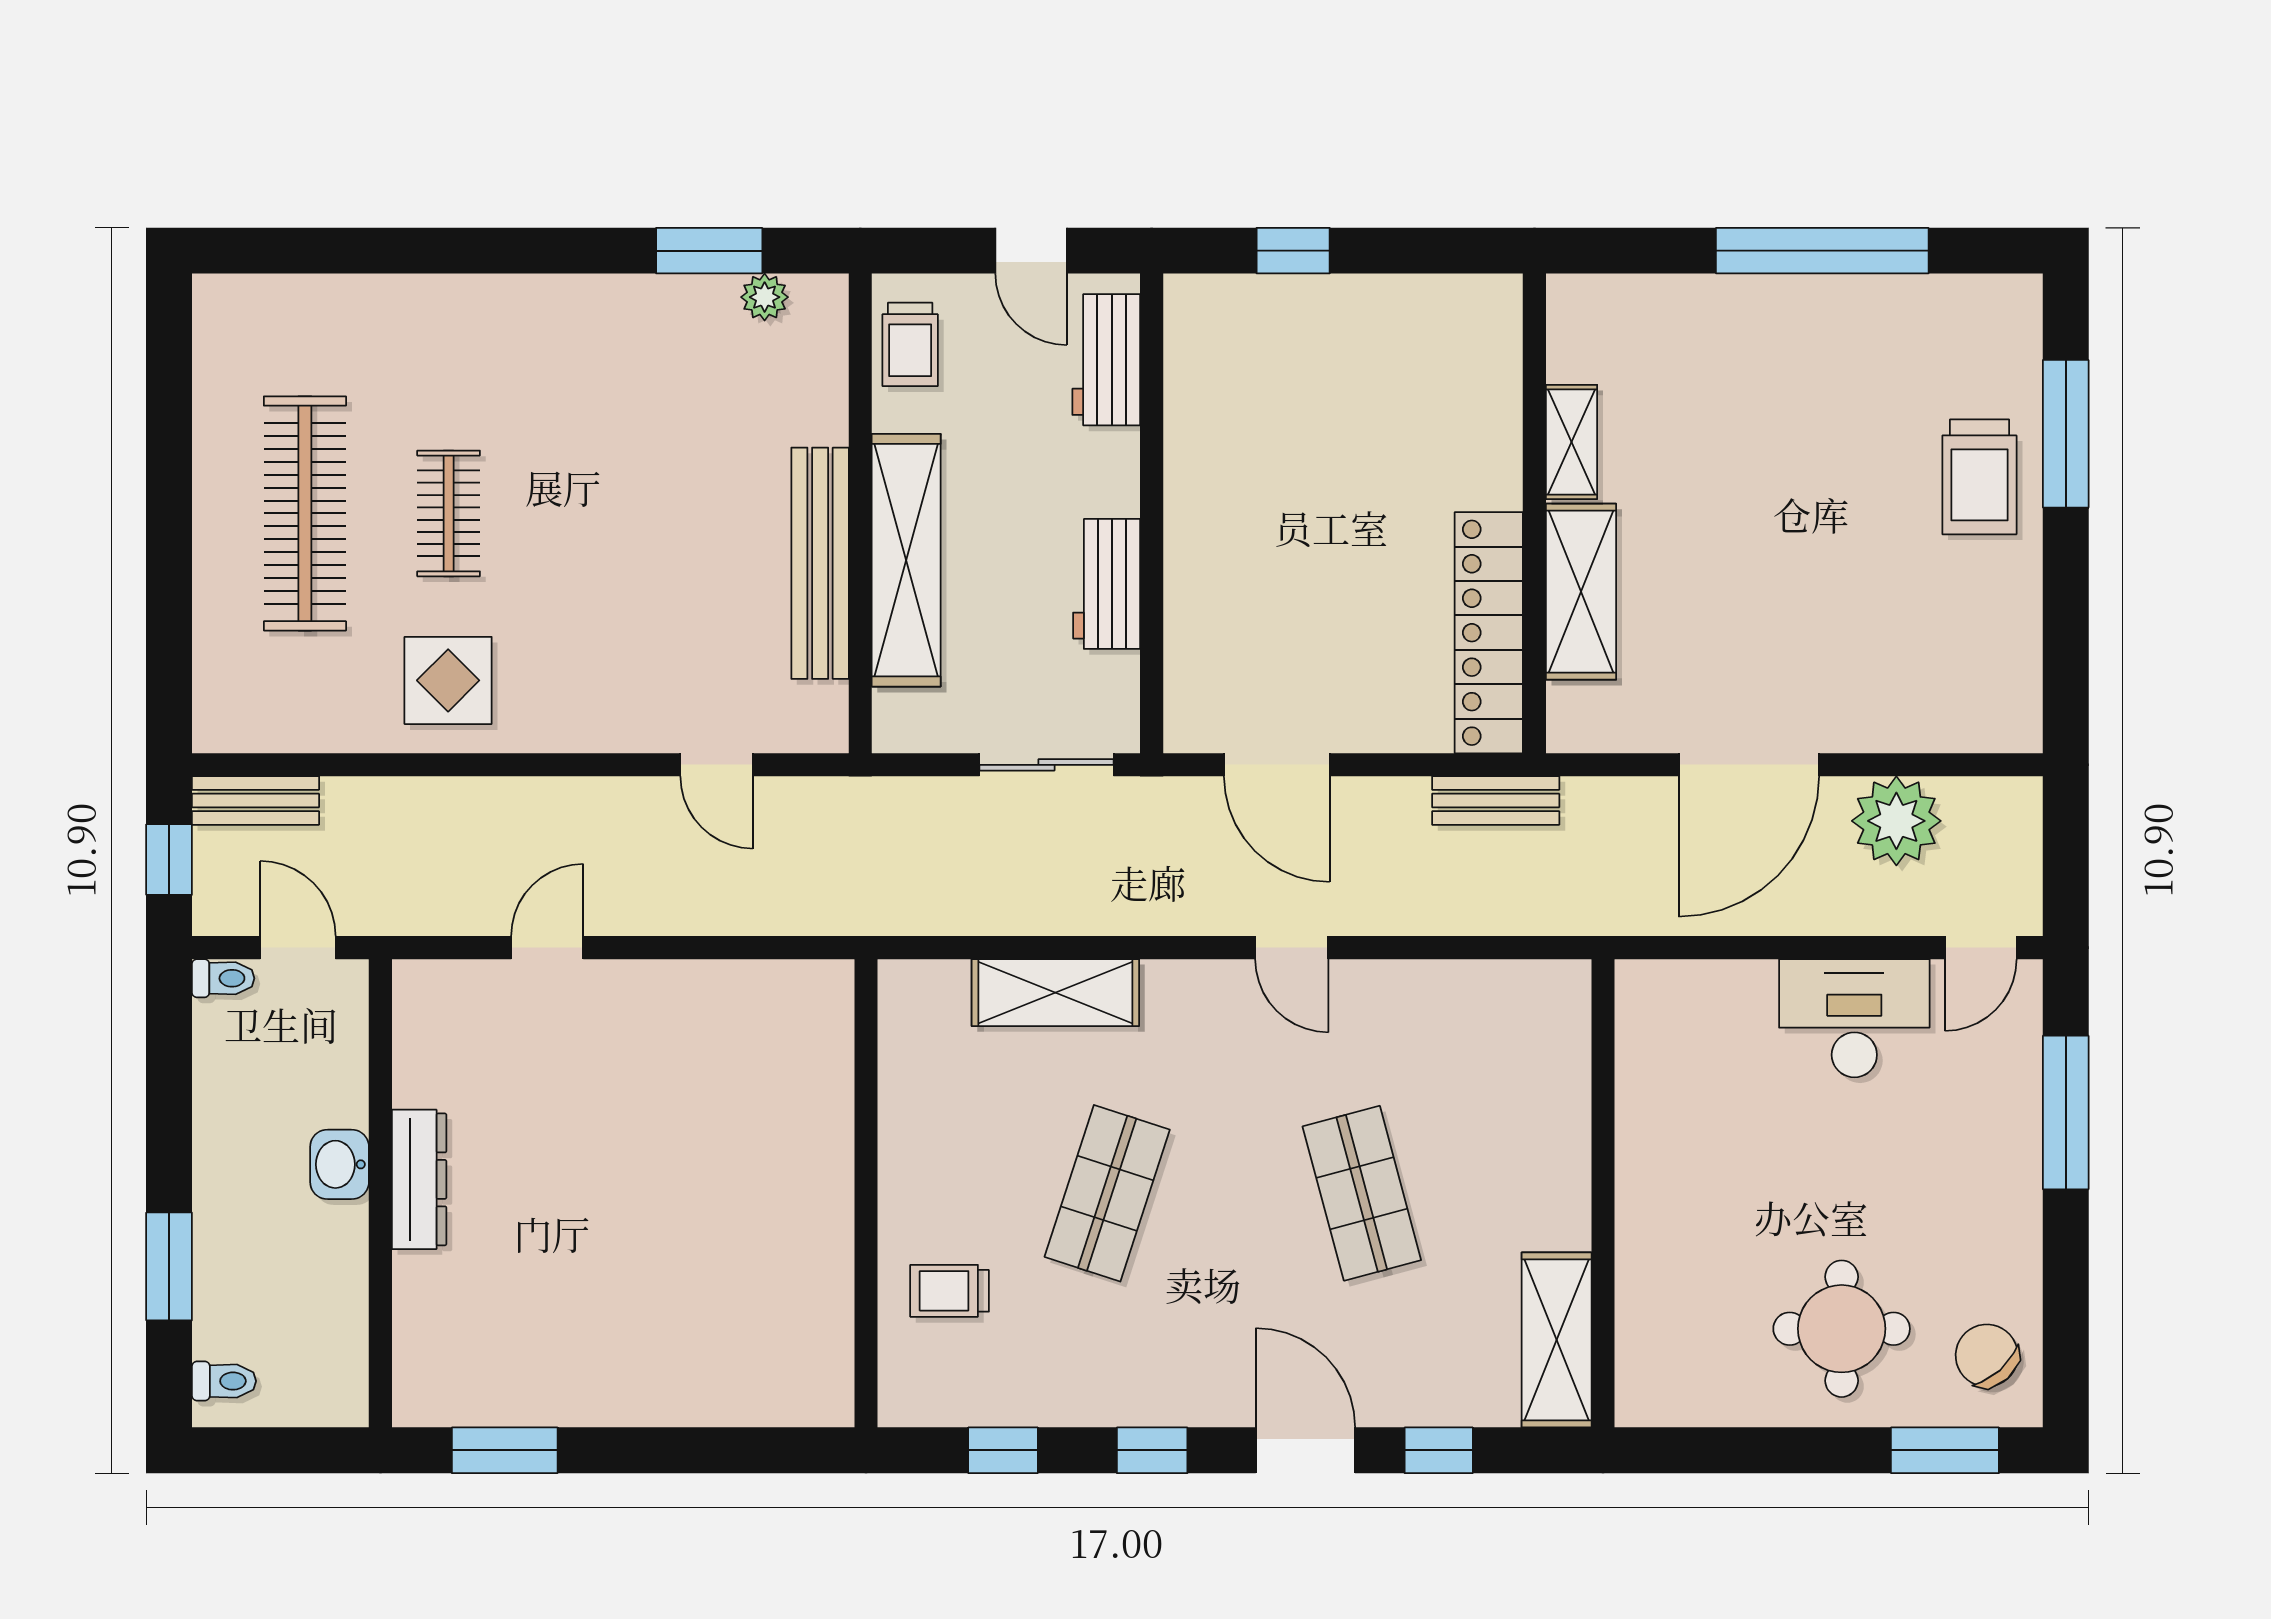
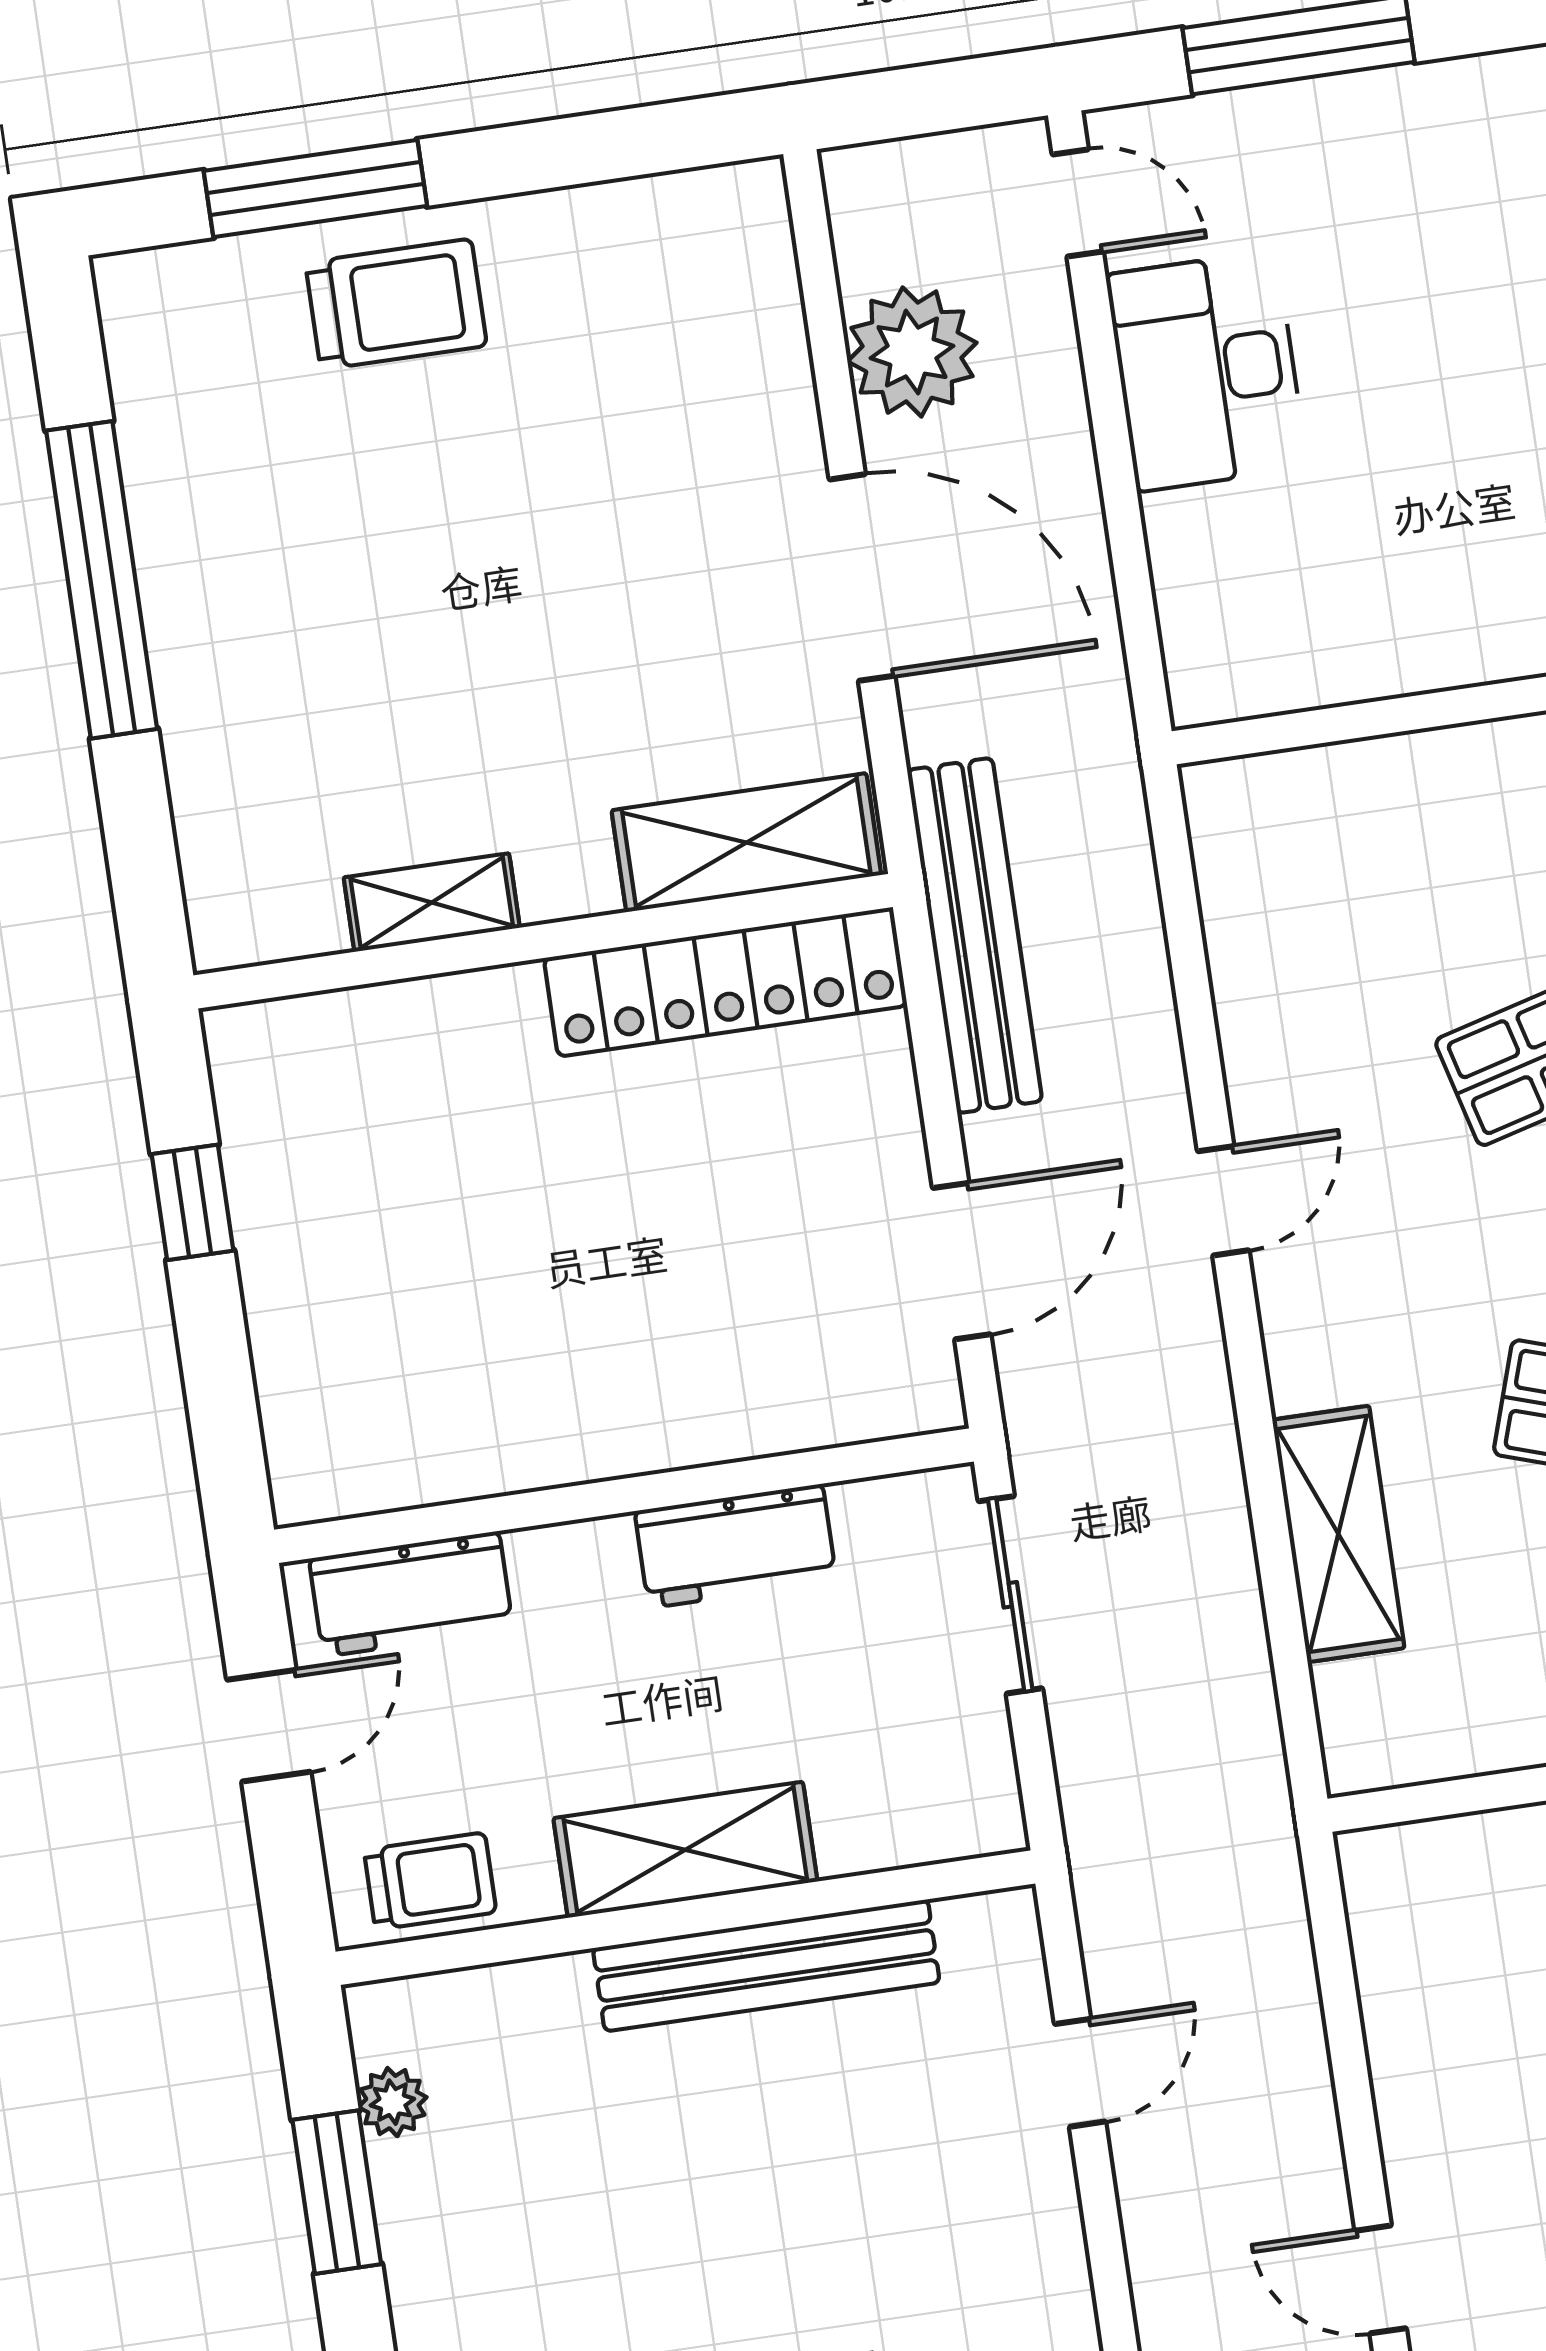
window: (1293, 251) -> (192, 1202), moved
shelving: (906, 560) -> (685, 1850), width x0.68
shelving: (1581, 592) -> (746, 843), moved
bench: (1496, 801) -> (975, 936), width x1.86, depth x1.21

